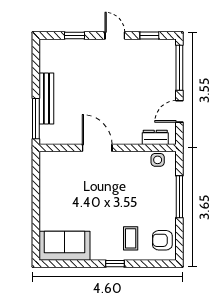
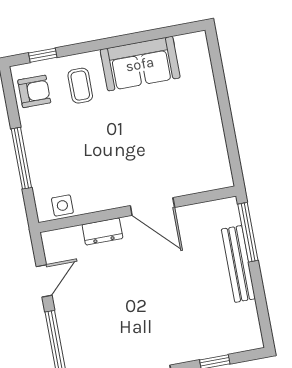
dresser: (155, 137) -> (102, 231), moved
sofa: (65, 246) -> (140, 64), moved
window: (115, 264) -> (43, 55), moved

